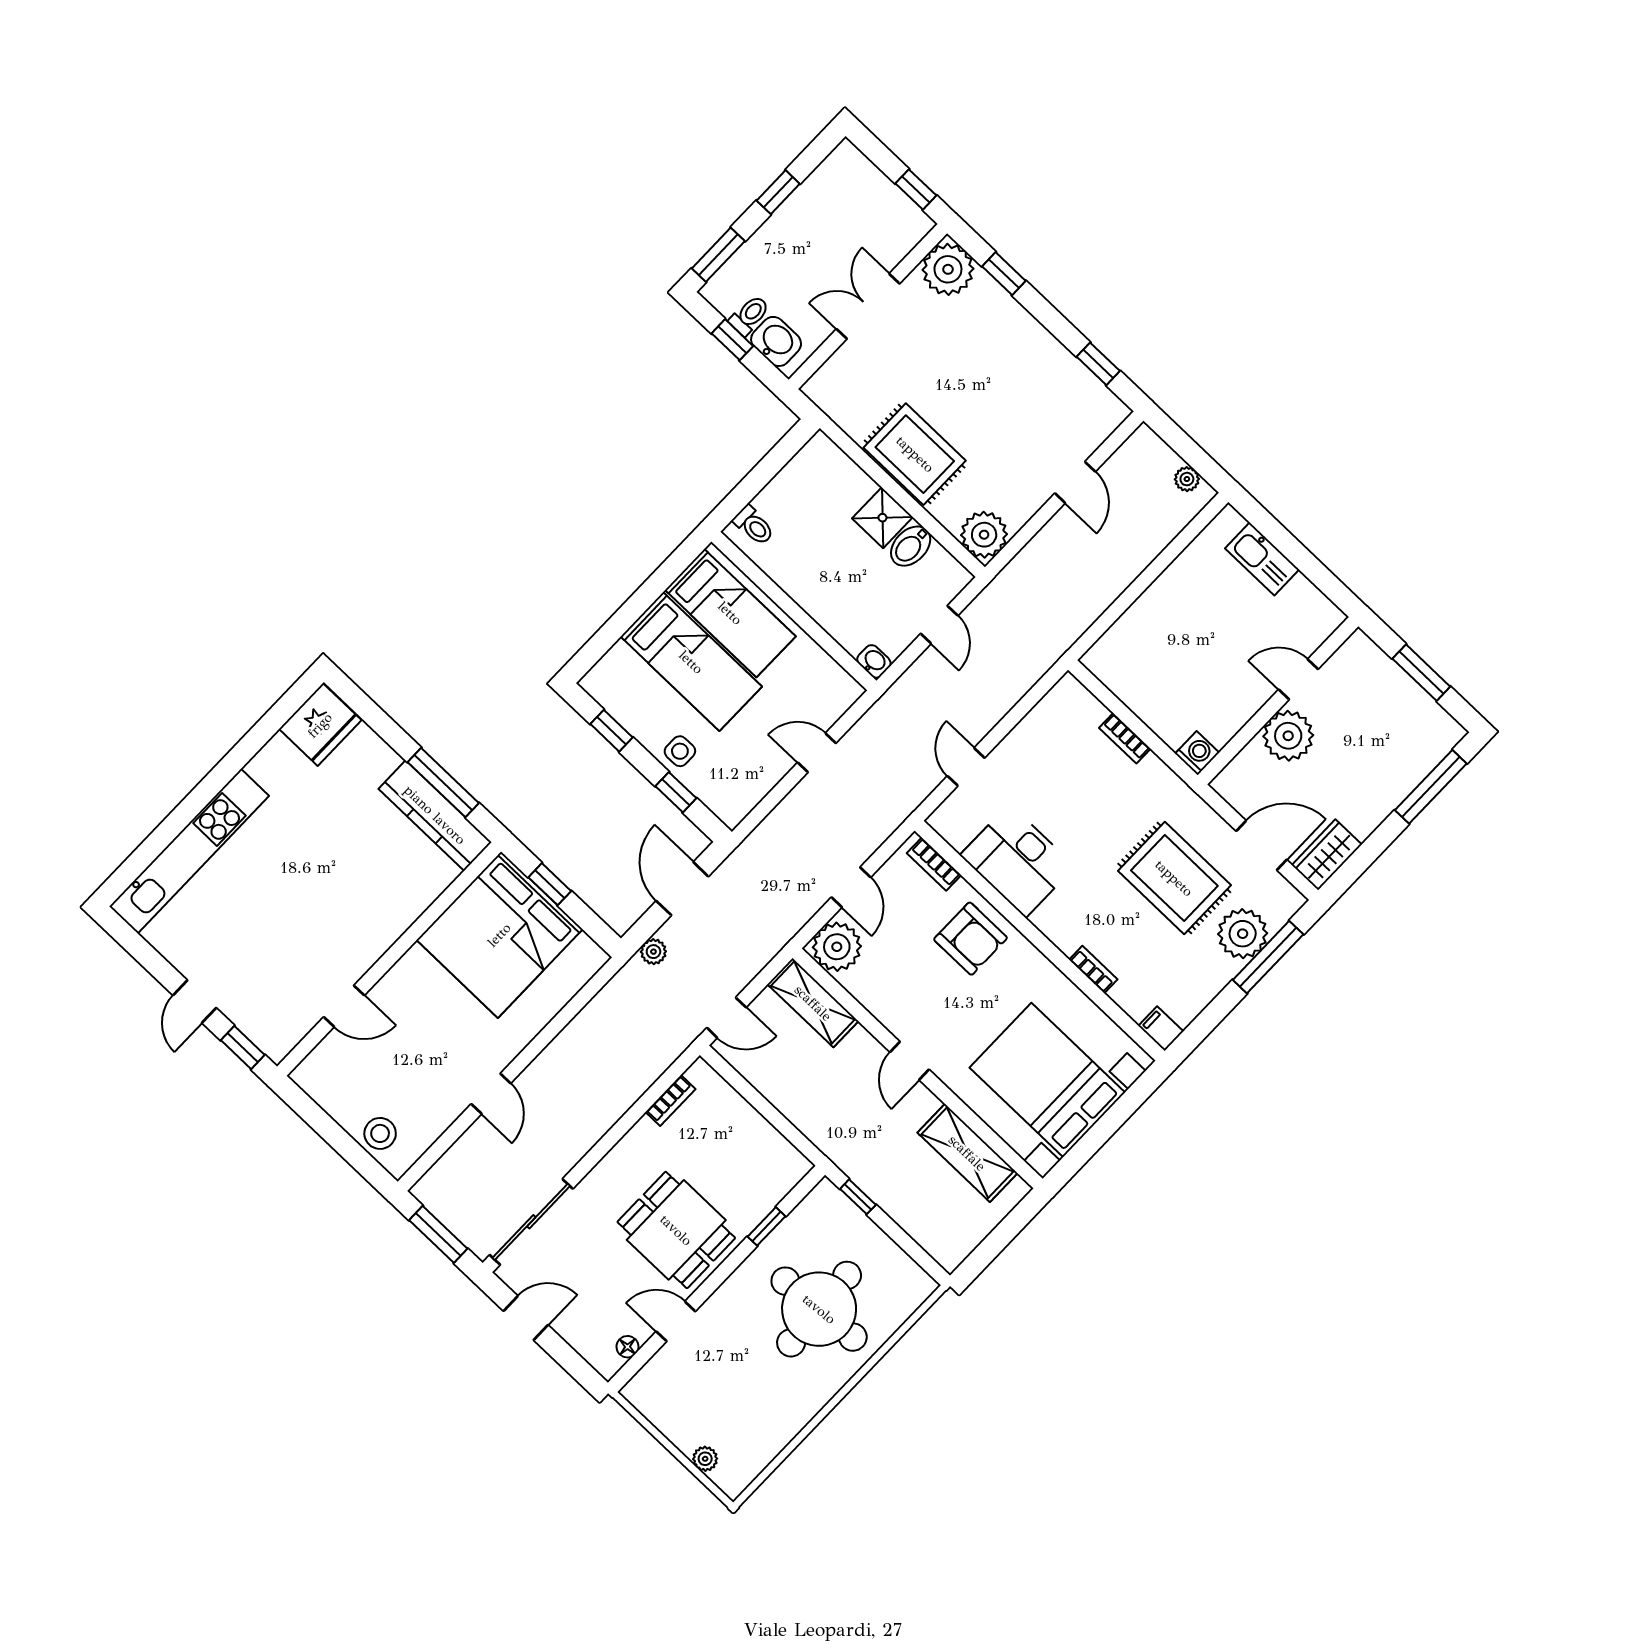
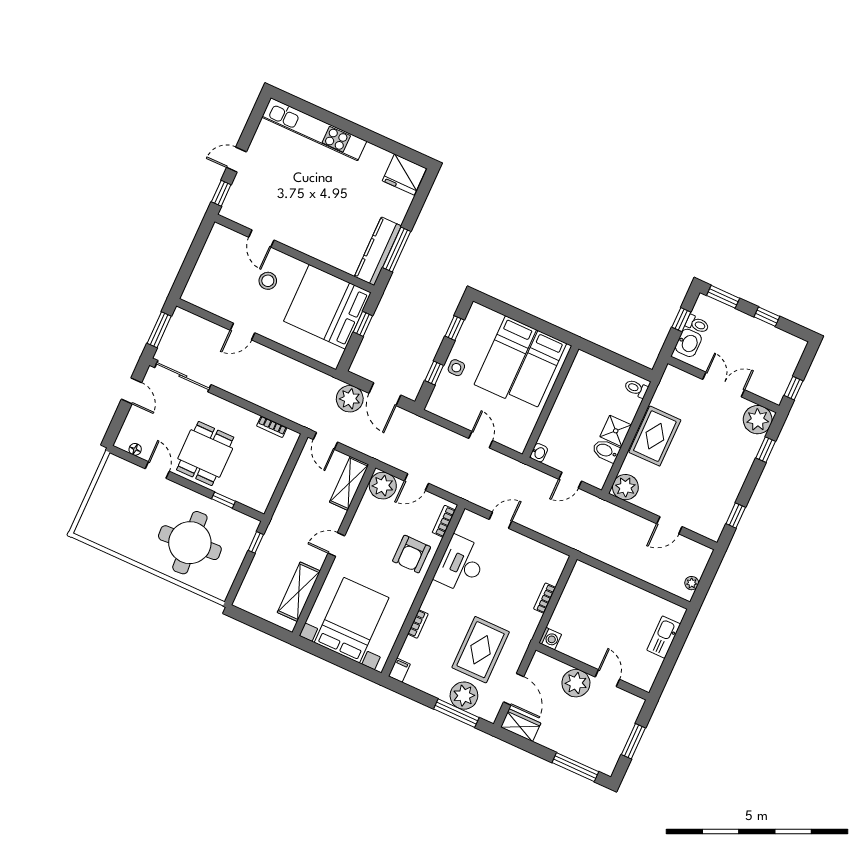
toilet: (754, 525) -> (636, 388), moved, turned 90
door: (682, 889) -> (385, 394), swing flipped
plant: (653, 952) -> (350, 399), width x1.87, depth x1.87
stool: (380, 1133) -> (268, 281), moved
plant: (705, 1459) -> (91, 511), removed

